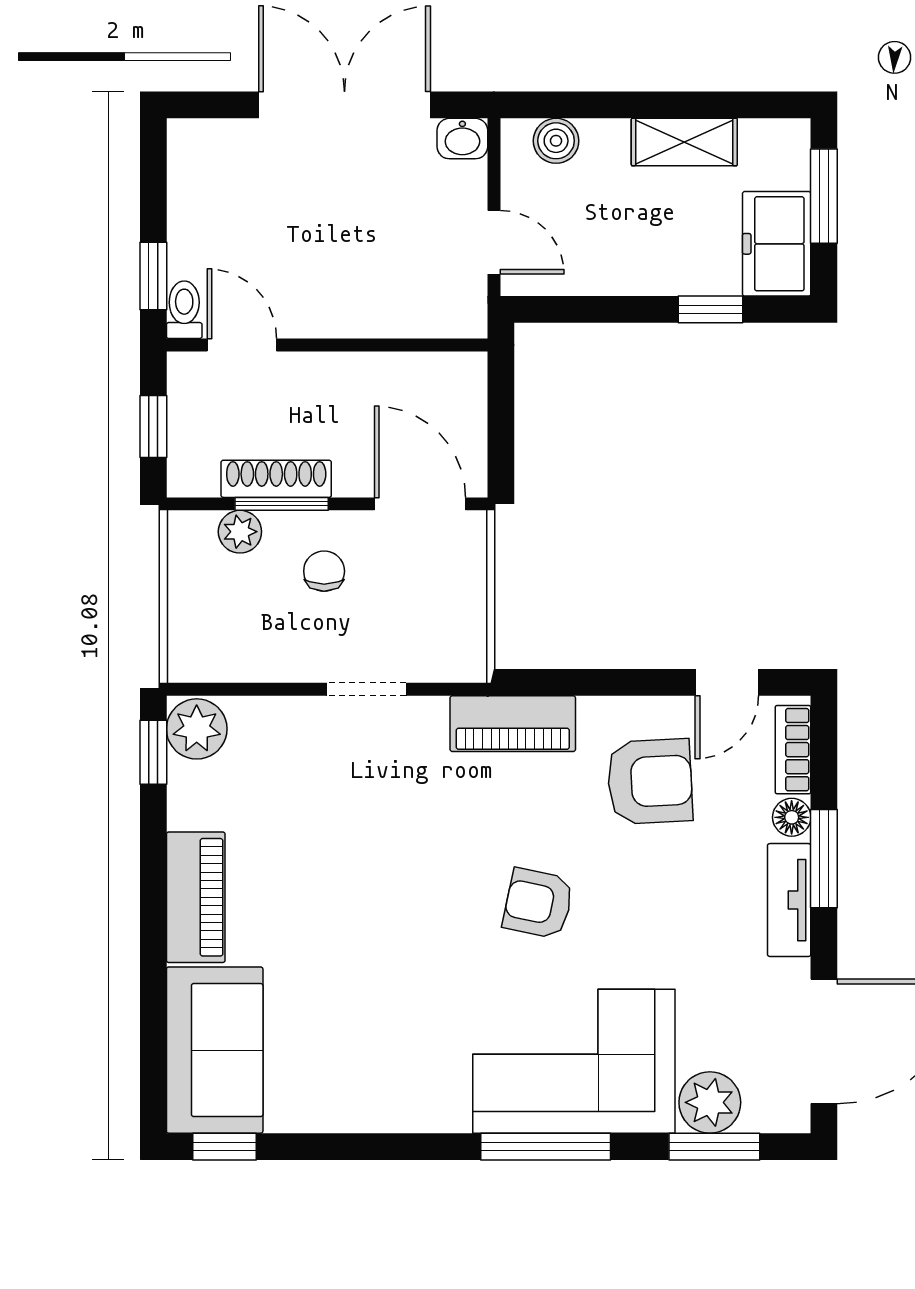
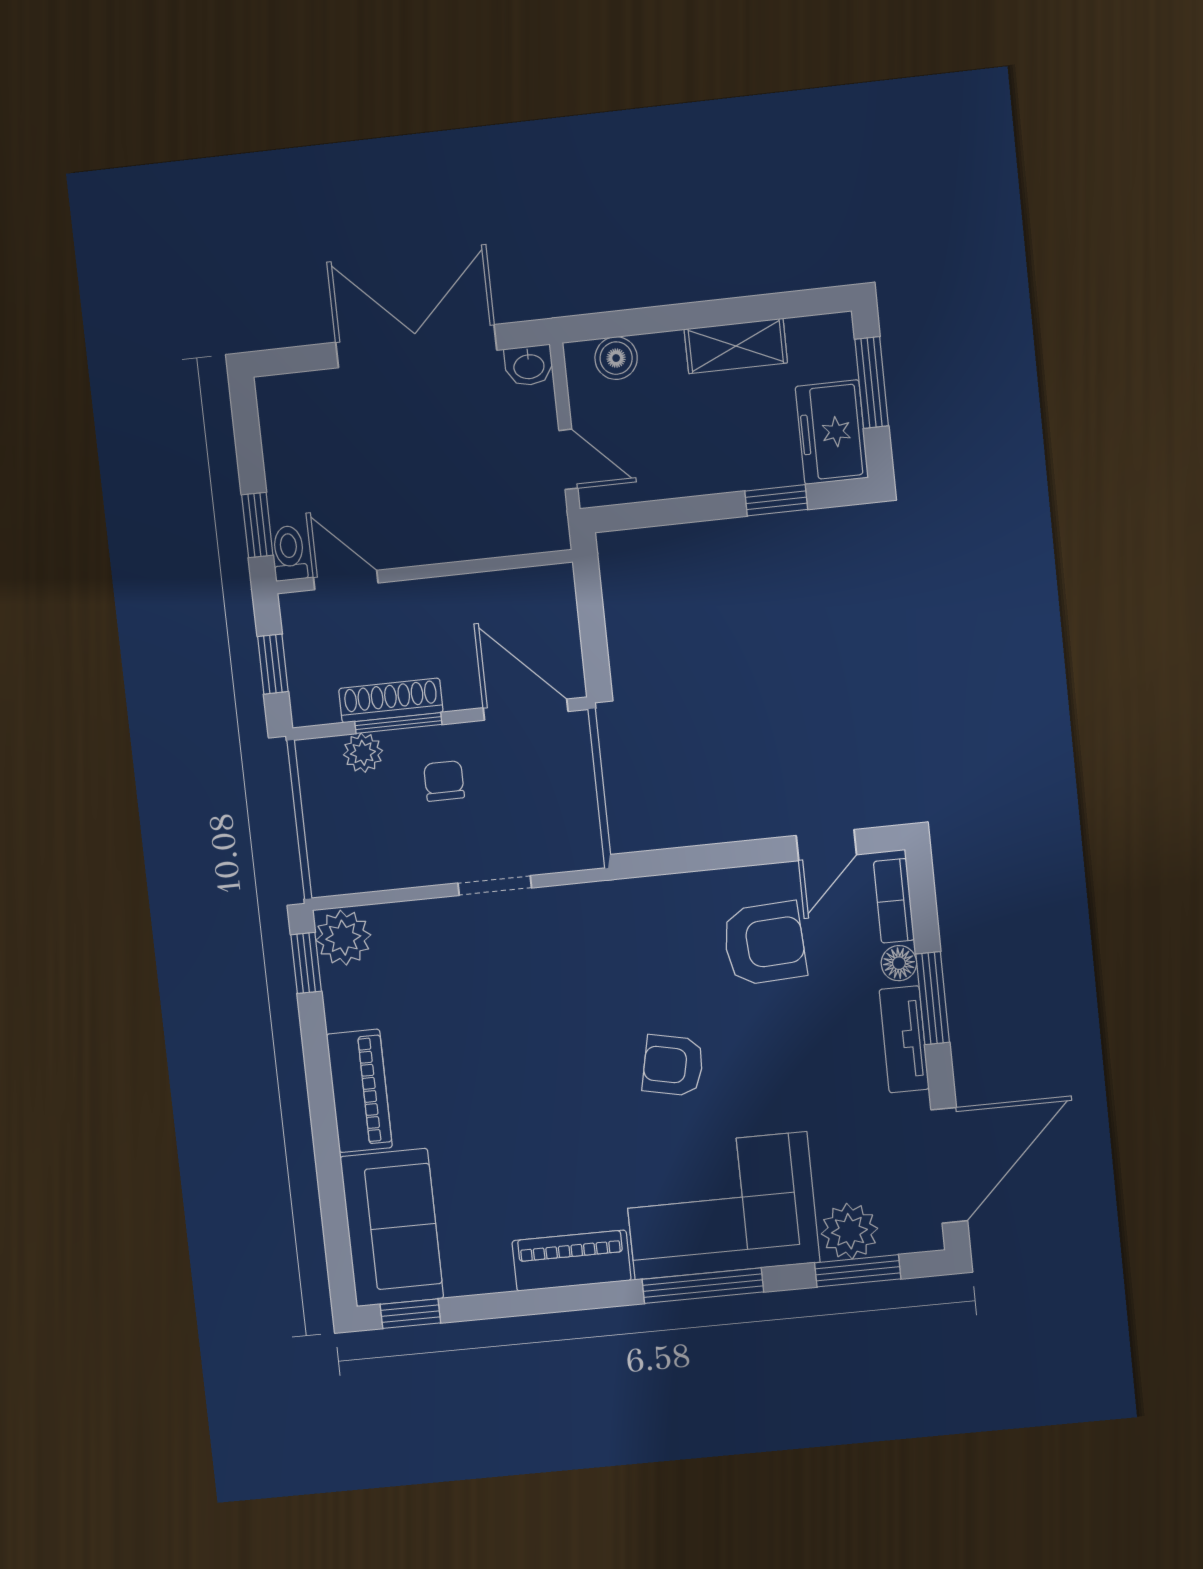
piano: (513, 724) -> (572, 1261), moved, turned 180

